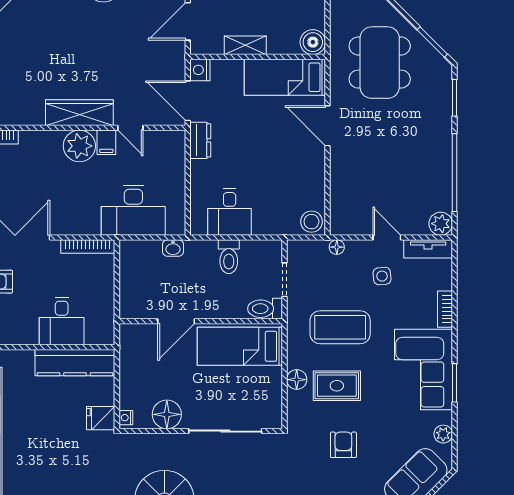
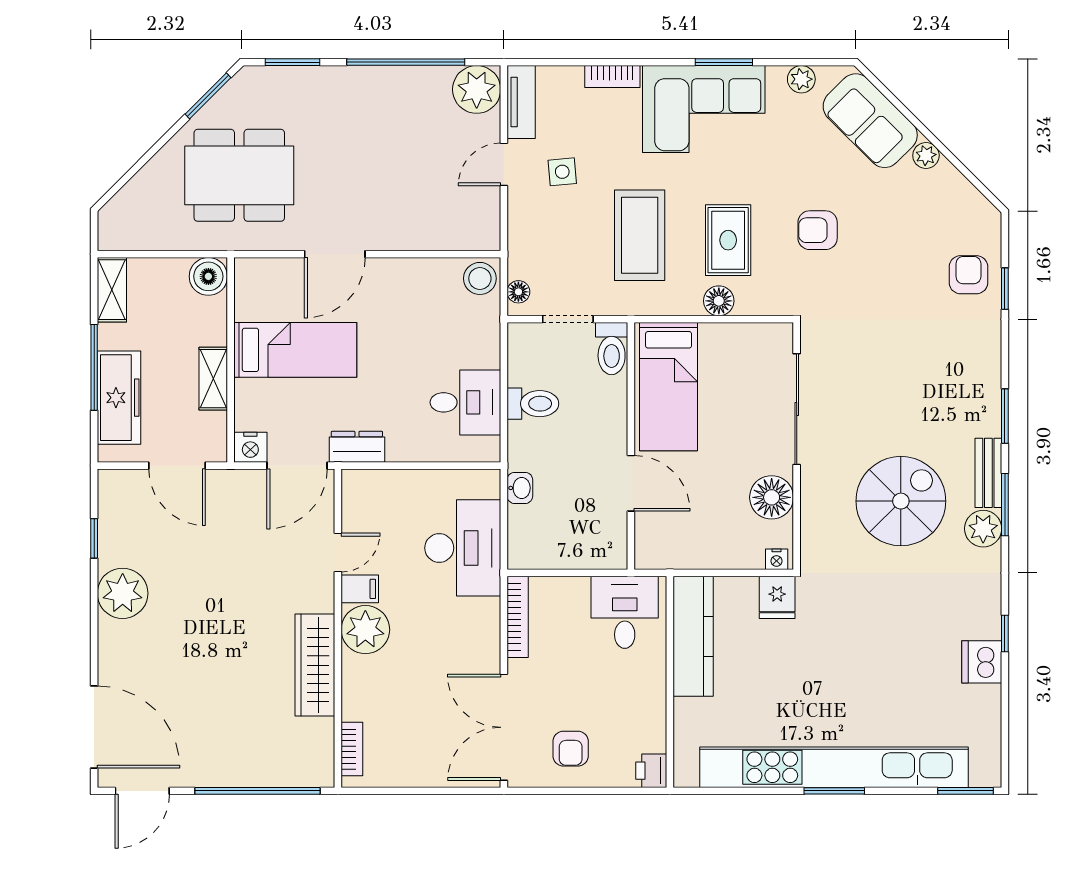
bed: (285, 77) -> (295, 350), moved, turned -90
wardrobe: (79, 113) -> (315, 665), moved
plant: (441, 224) -> (477, 89), width x1.36, depth x1.36
floor lamp: (337, 247) -> (518, 292), moved
desk: (62, 321) -> (625, 612), moved, turned -90

